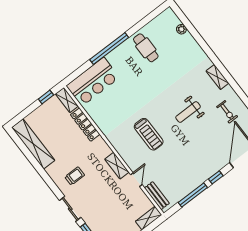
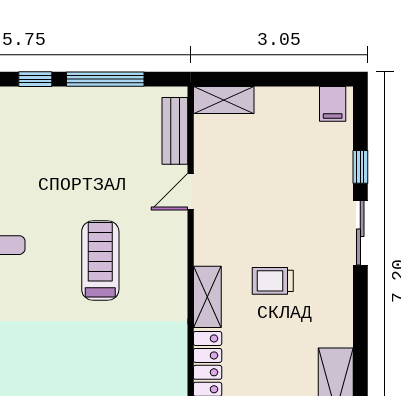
shelving: (117, 166) -> (207, 297), moved
trolley: (75, 176) -> (273, 281), moved

